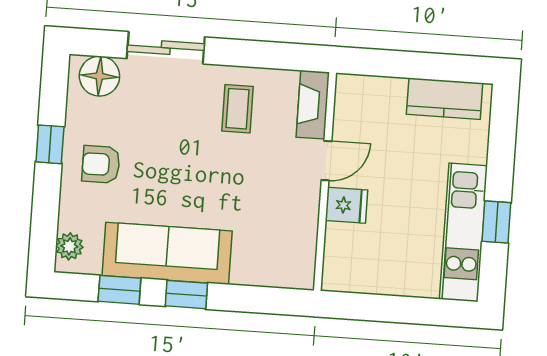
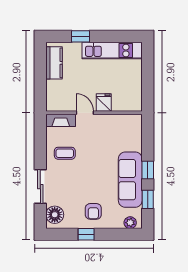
window: (496, 222) -> (81, 36), moved

